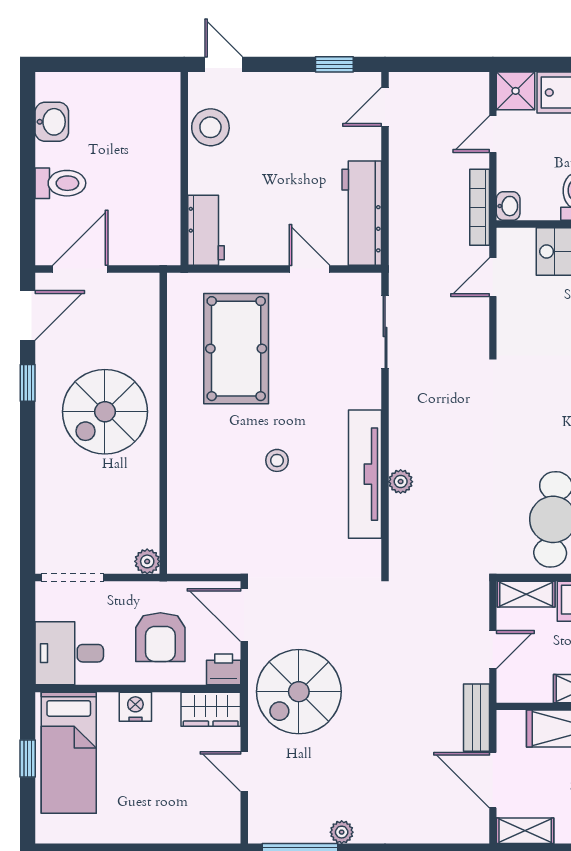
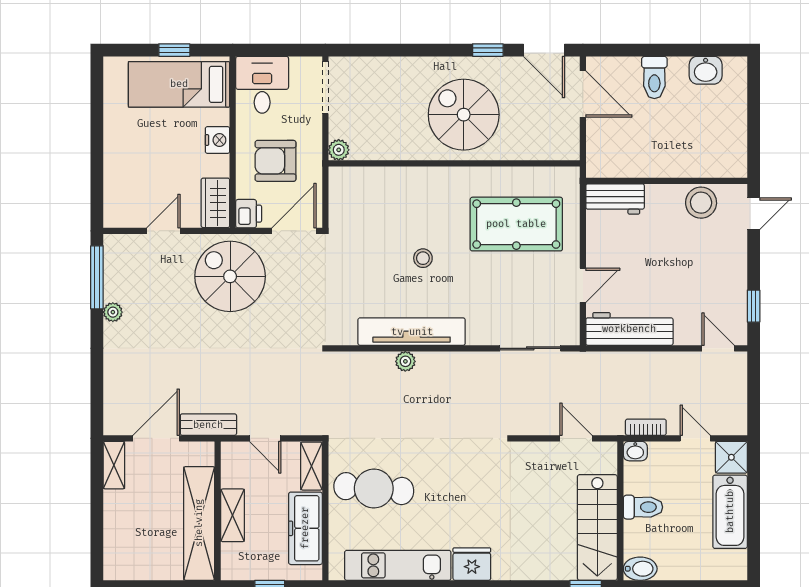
bookcase: (480, 207) -> (646, 427), width x0.64

